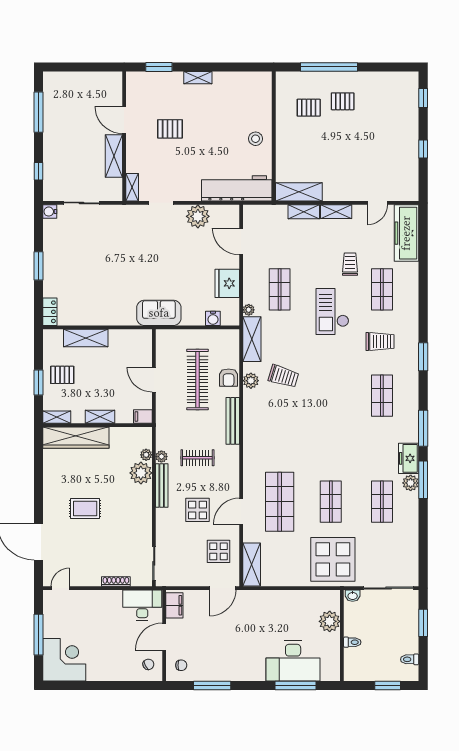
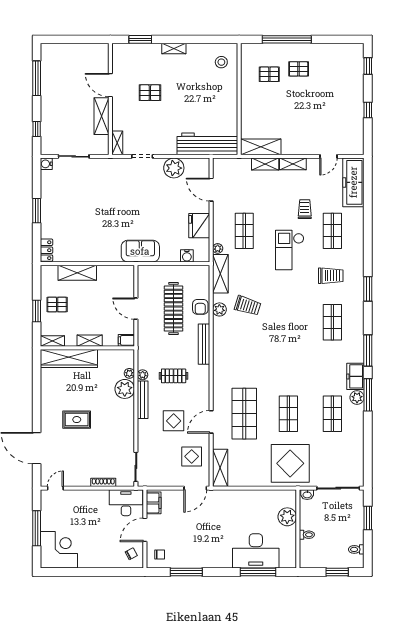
stool: (256, 139) -> (221, 62), moved

